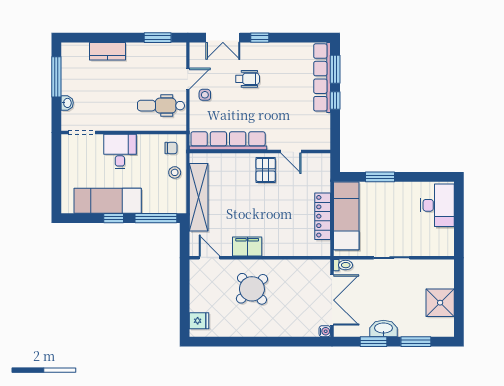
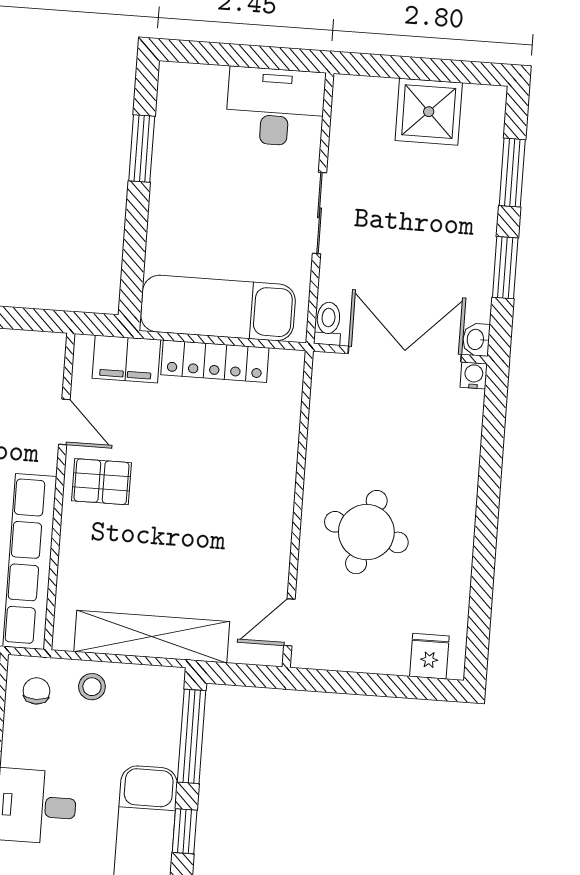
door: (291, 152) -> (64, 422), hinge flipped
window: (380, 177) -> (142, 149), moved
desk: (437, 205) -> (275, 107), moved
filing cabinet: (247, 246) -> (126, 359), moved, turned -90
round table: (252, 289) -> (366, 532), turned -34
washbasin: (383, 329) -> (476, 340), moved, width x0.52, depth x0.69

